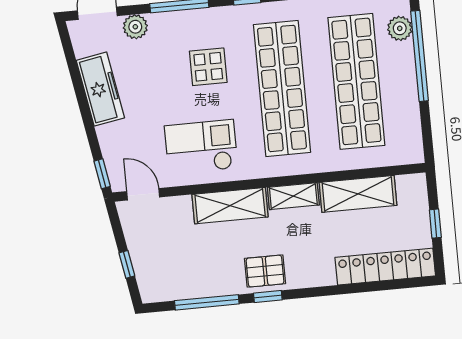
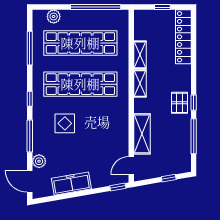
window: (419, 56) -> (96, 7), moved
checkout: (201, 147) -> (108, 131), removed
shelving: (358, 194) -> (140, 55), width x0.67, depth x0.75
shelving: (230, 206) -> (142, 134), moved

